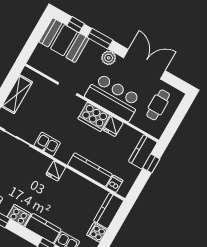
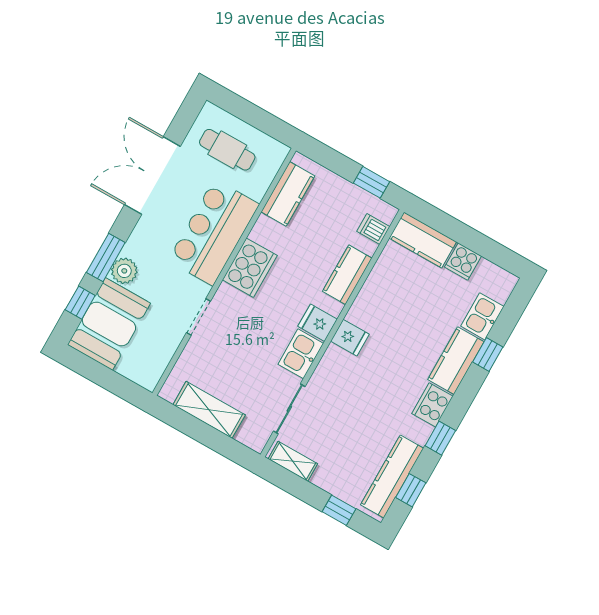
plant: (109, 58) -> (124, 271), moved
fridge: (113, 126) -> (318, 323), moved, turned 180
kitchen counter: (143, 152) -> (288, 194), moved, turned -90
window: (151, 163) -> (371, 182), moved
kitchen counter: (90, 170) -> (347, 275), width x0.67

